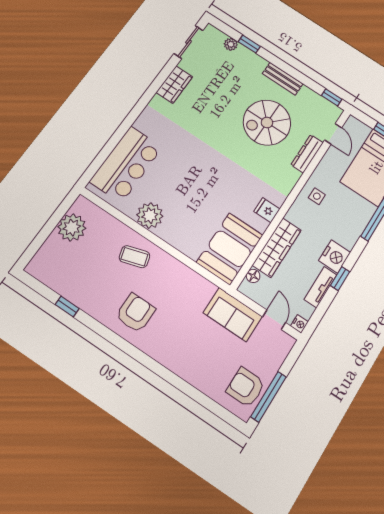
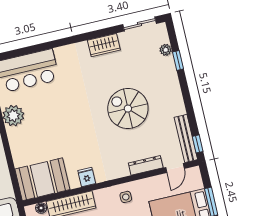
bench: (283, 79) -> (186, 138), moved, width x1.36
spiral stairs: (267, 123) -> (128, 109), moved

